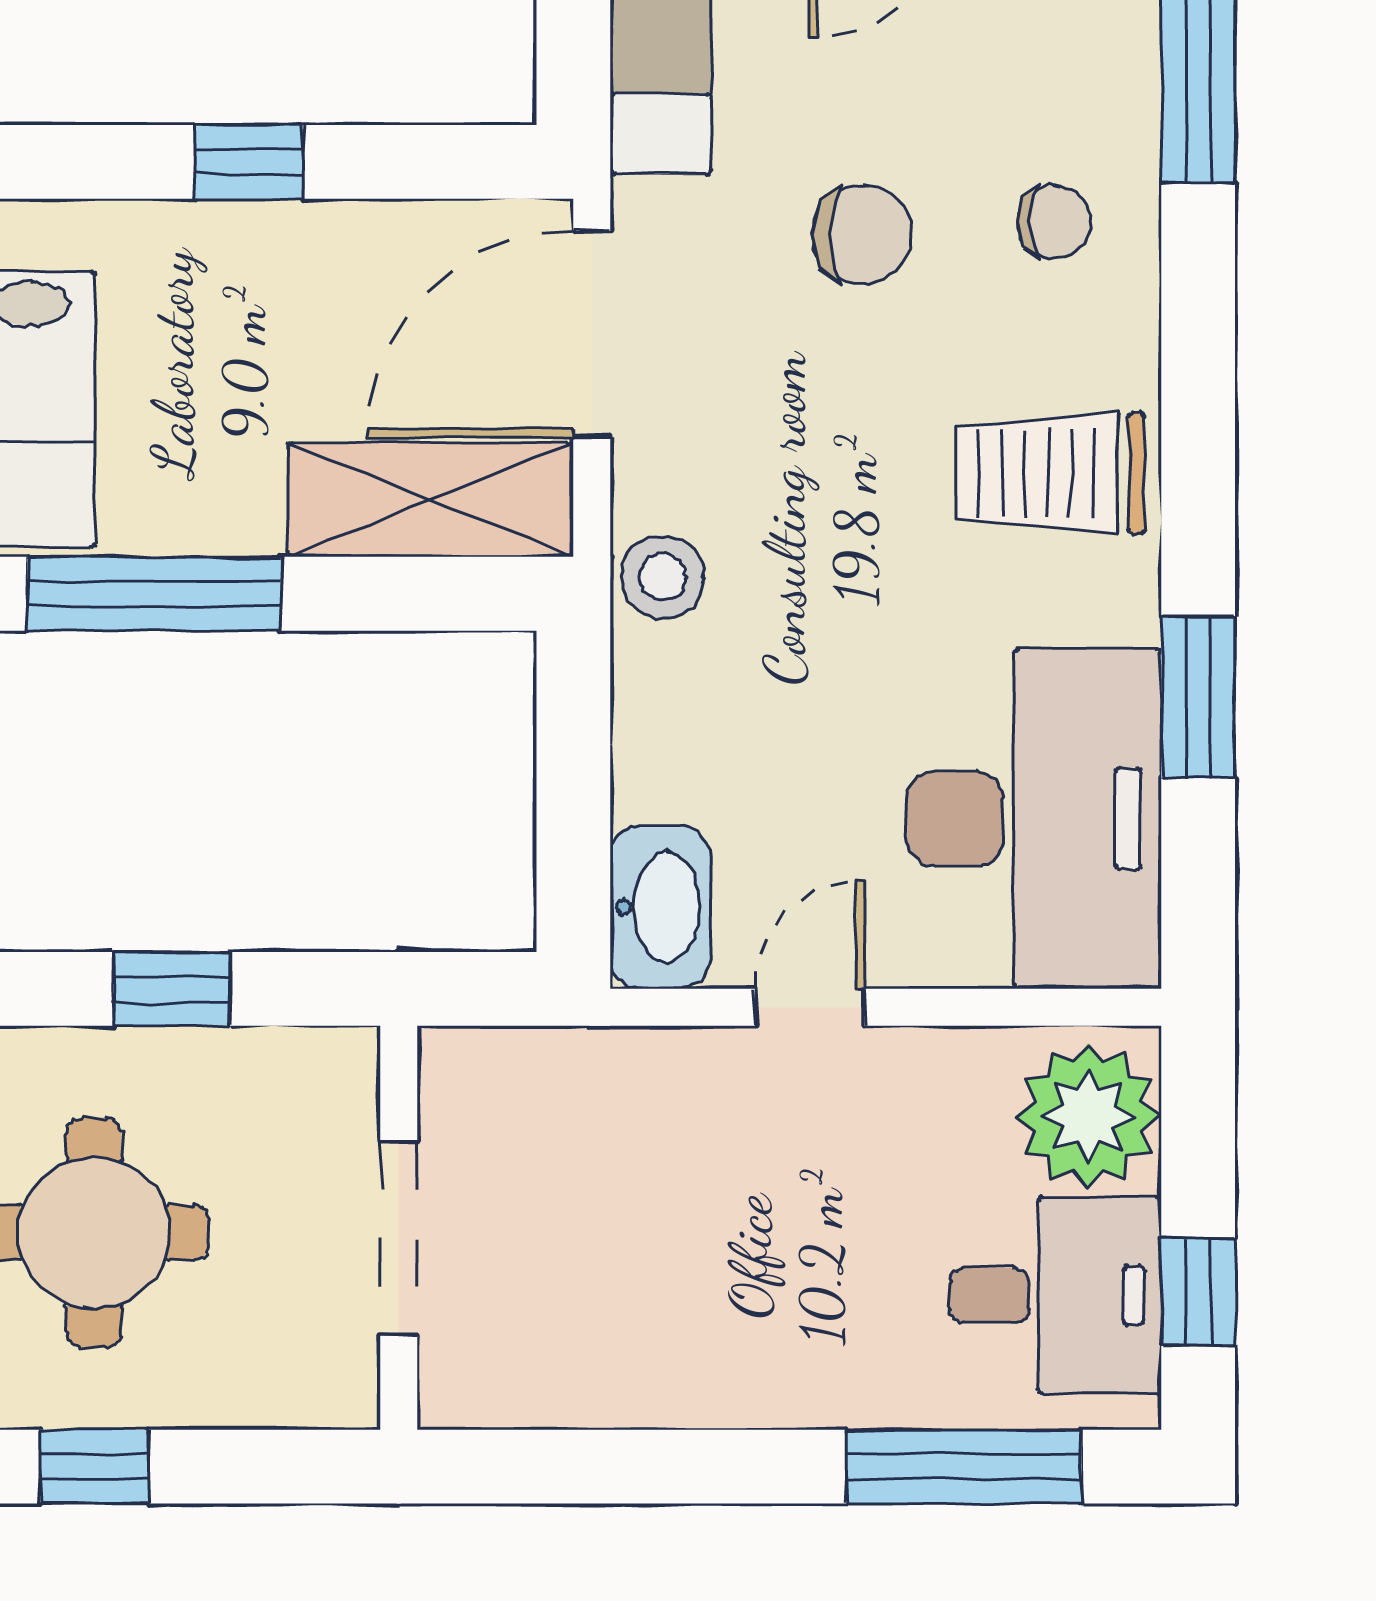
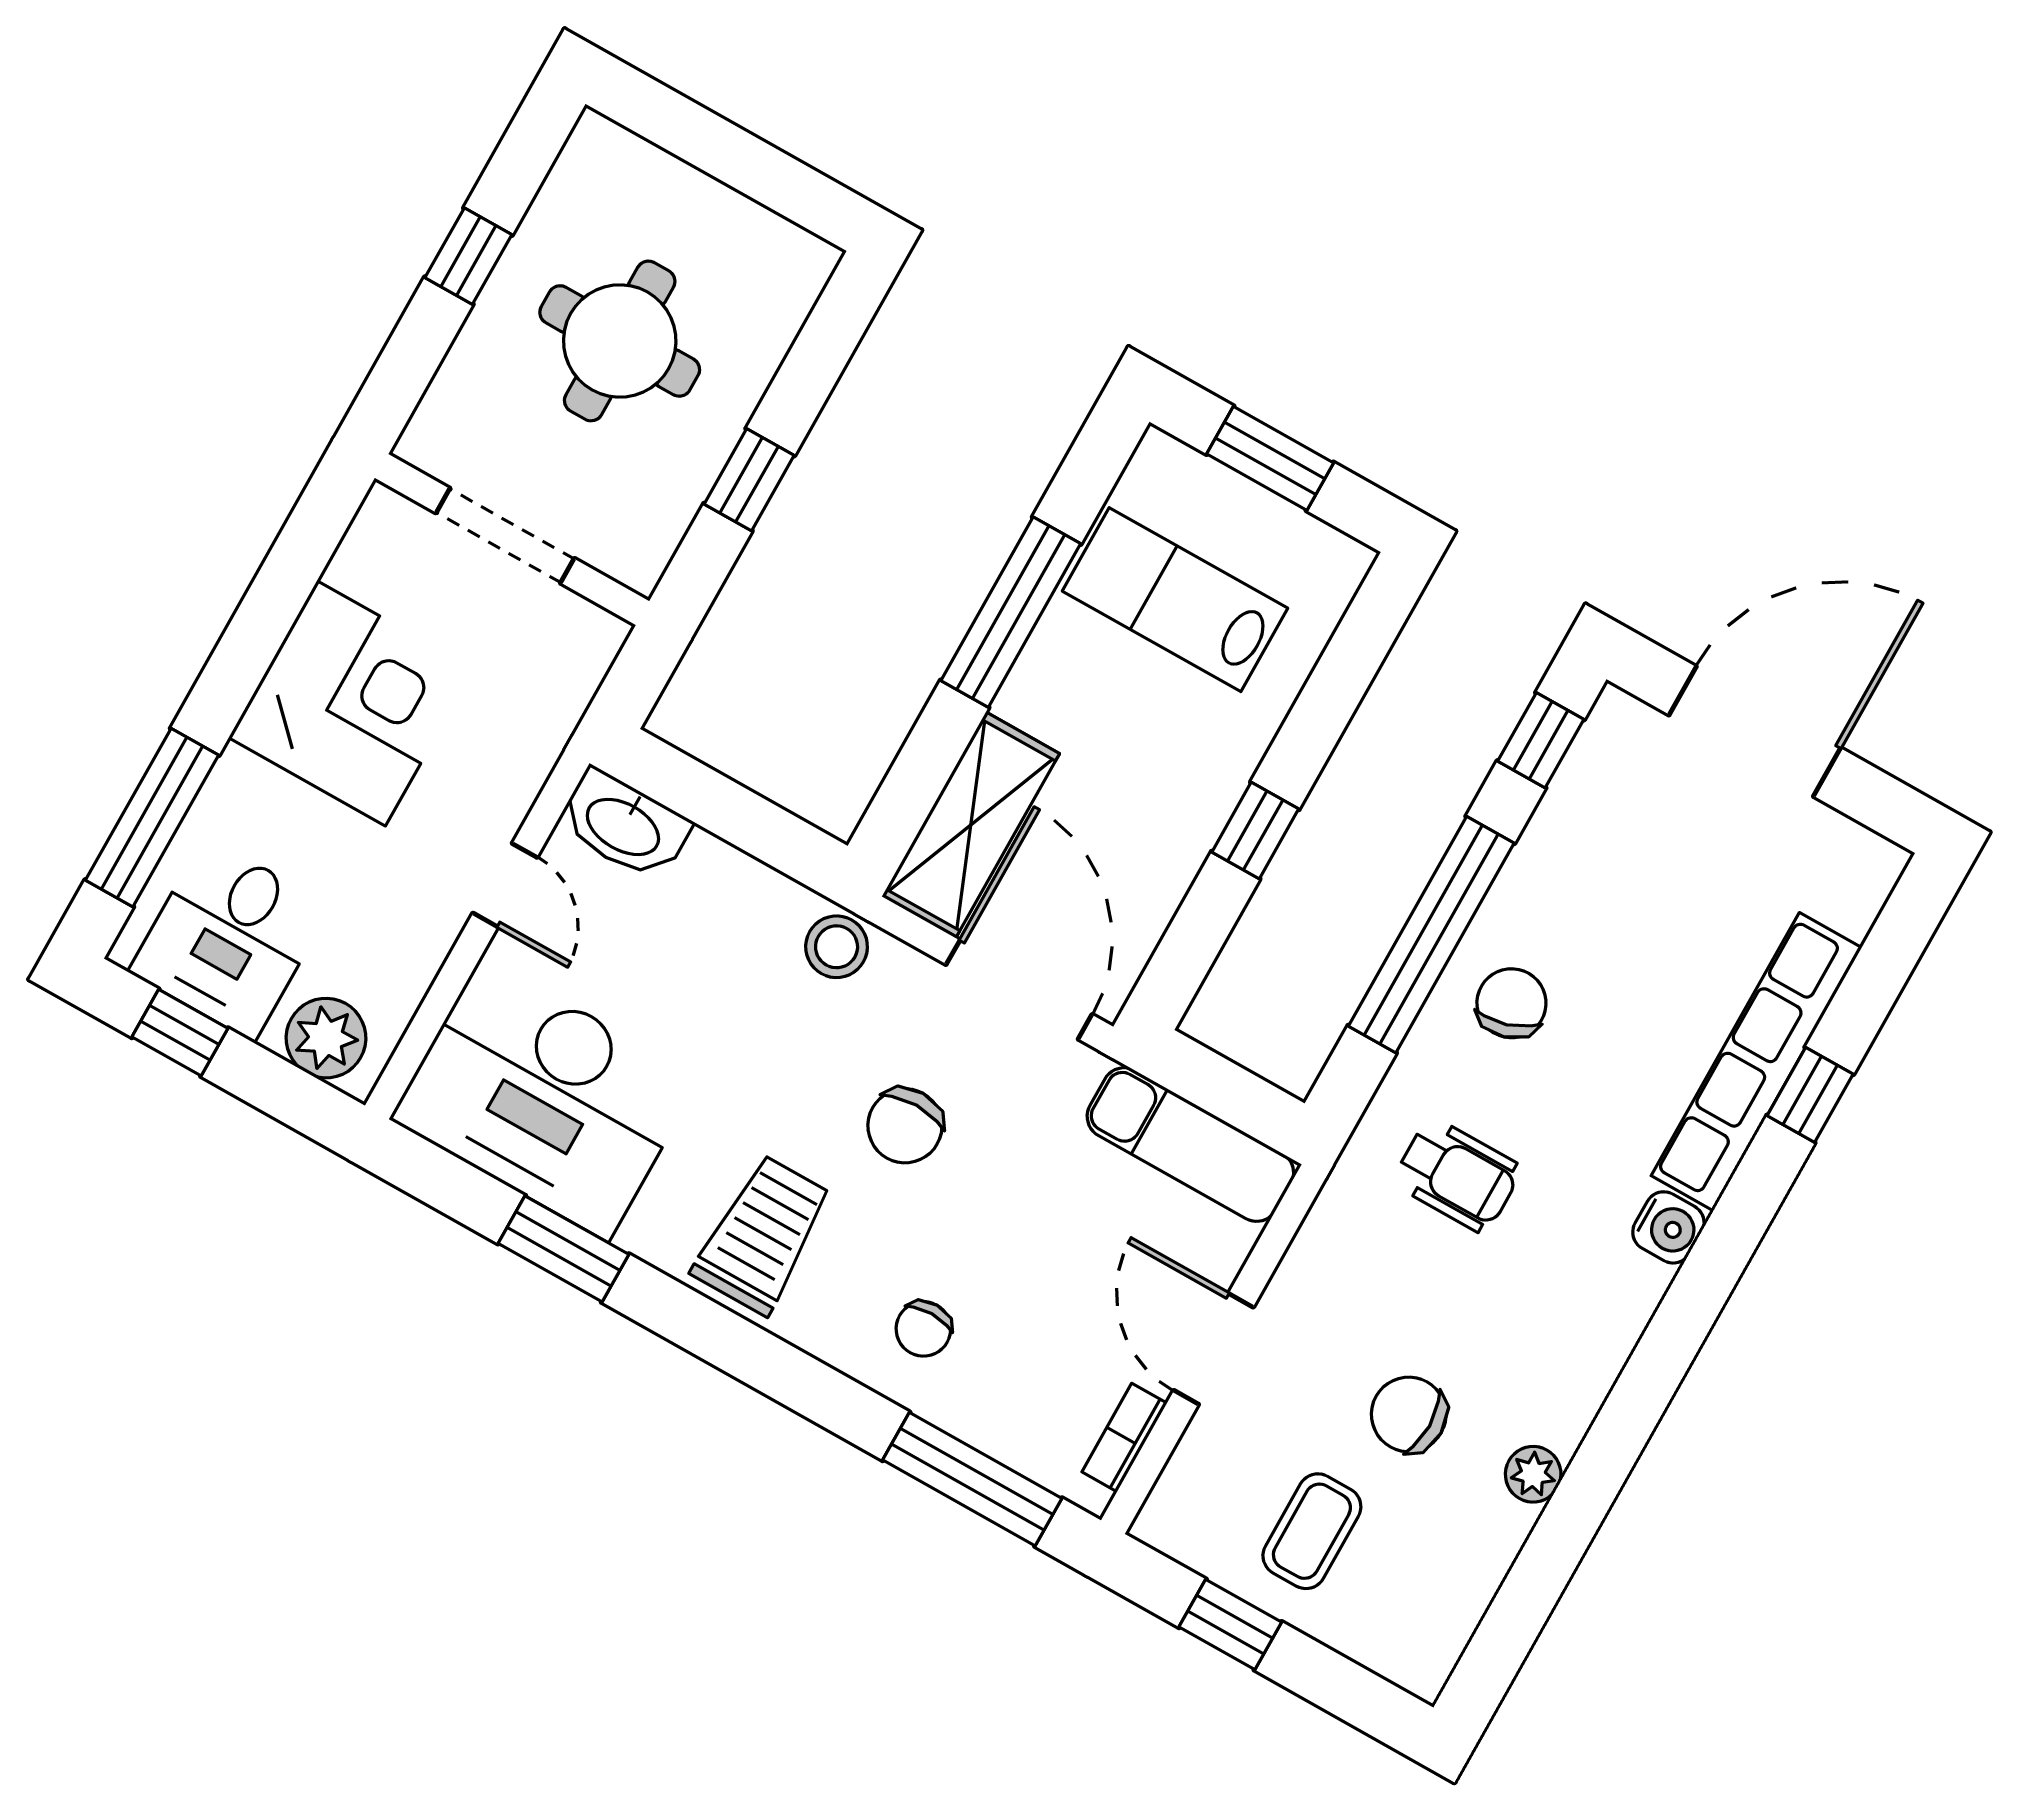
chair: (862, 235) -> (905, 1126), moved
plant: (1088, 1116) -> (326, 1038), width x0.73, depth x0.73
corner desk: (698, 1308) -> (351, 703), added

